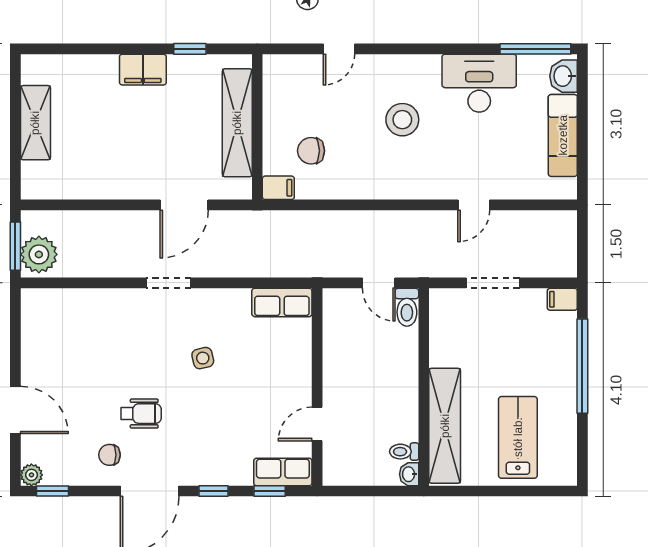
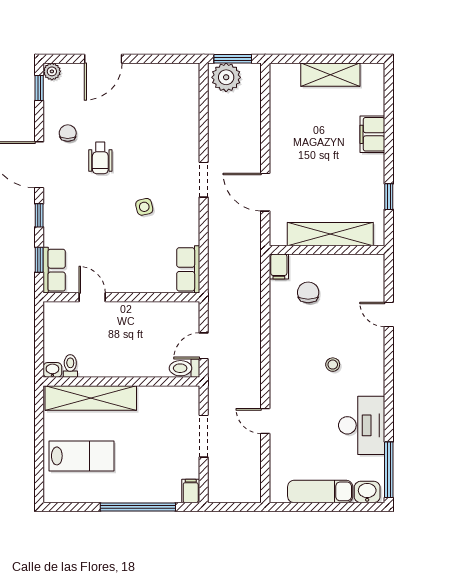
filing cabinet: (143, 70) -> (372, 134), moved
stool: (402, 120) -> (333, 365), width x0.53, depth x0.53

